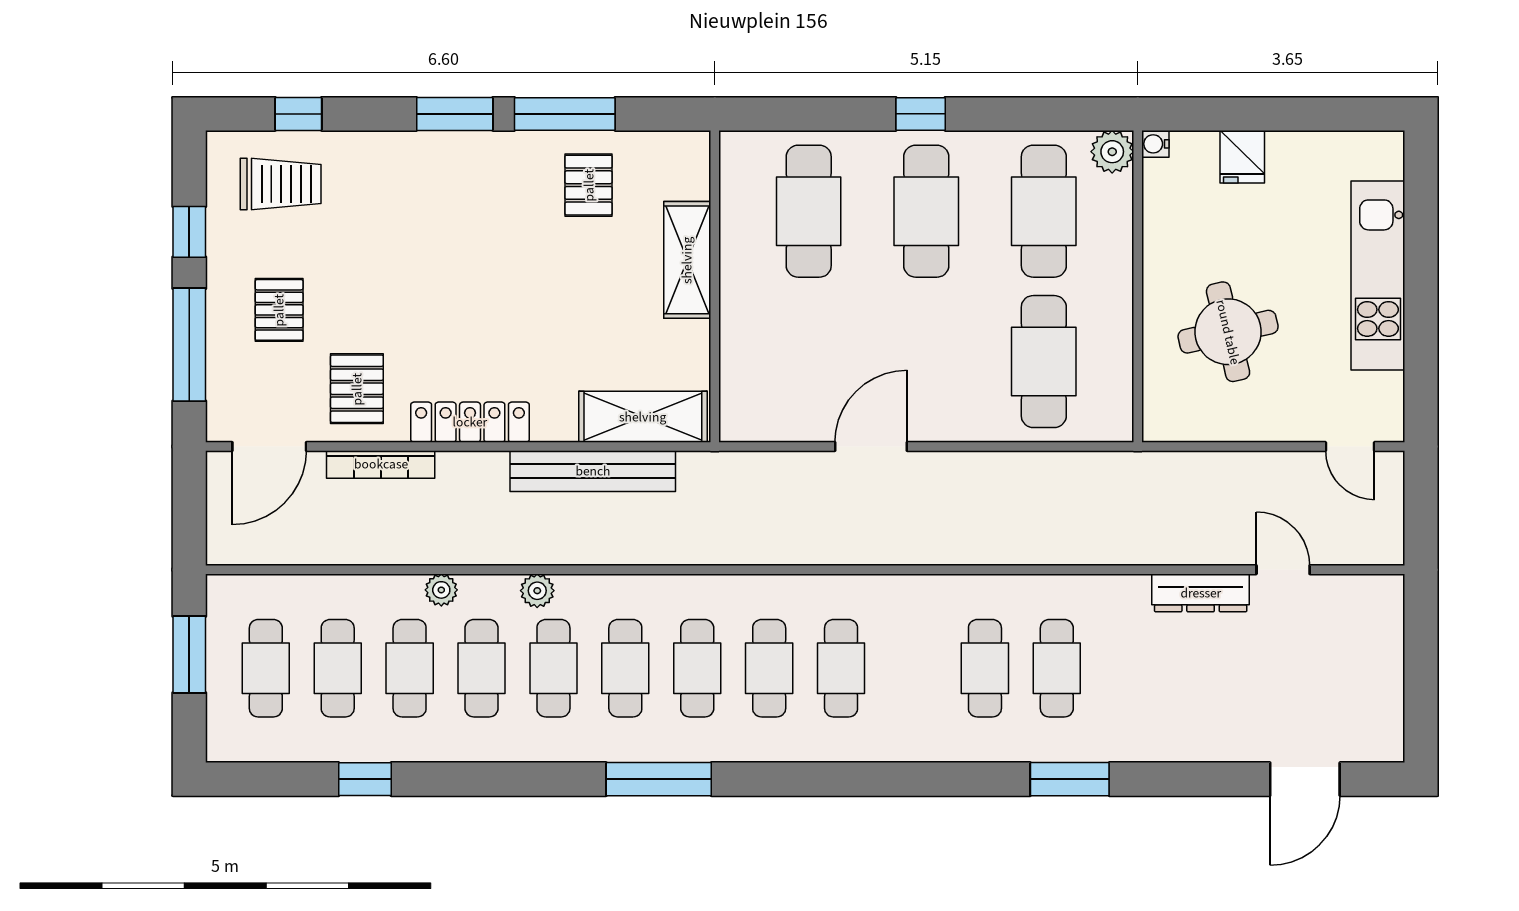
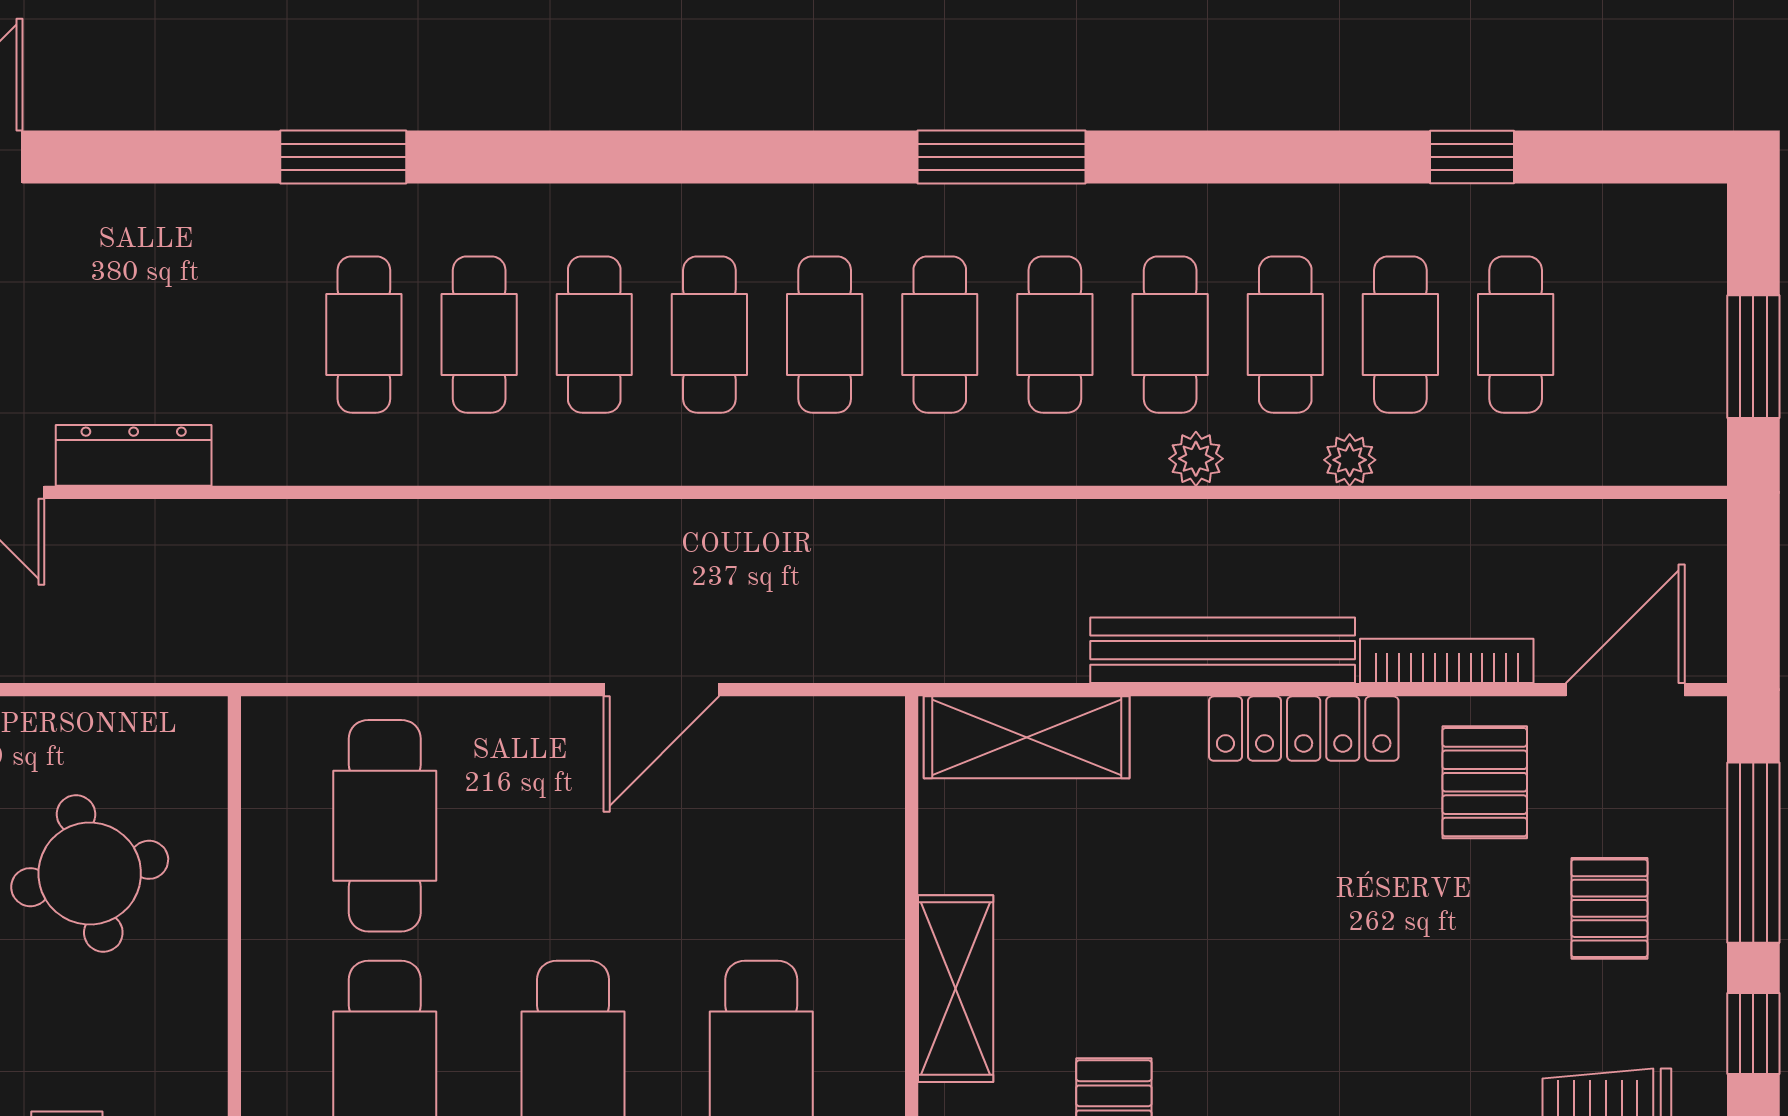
bench: (593, 471) -> (1223, 650), moved
cafe table: (266, 668) -> (594, 335), moved

